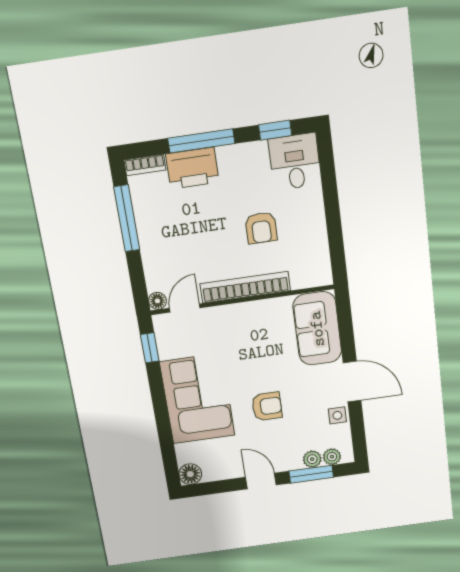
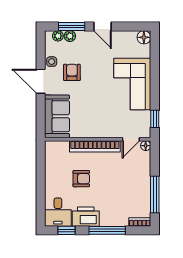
printer: (192, 168) -> (86, 217), moved
armchair: (261, 228) -> (81, 179), turned 90
armchair: (267, 406) -> (72, 72), moved, turned 90

